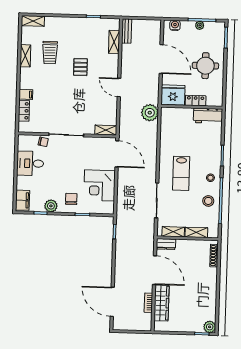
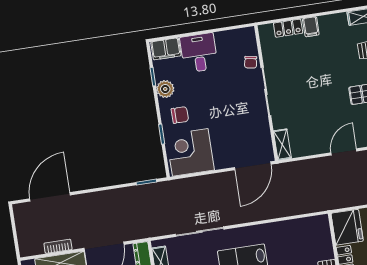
plant: (150, 113) -> (317, 200), removed
desk: (30, 163) -> (199, 53), moved
corner desk: (100, 185) -> (190, 152), moved

